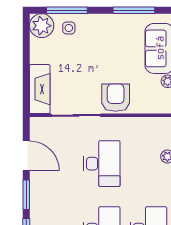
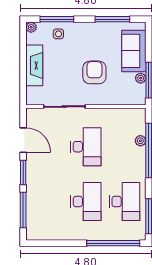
plant: (42, 26) -> (31, 27), width x0.53, depth x0.53
fireplace: (40, 89) -> (34, 65), moved
armchair: (116, 98) -> (94, 72), moved

